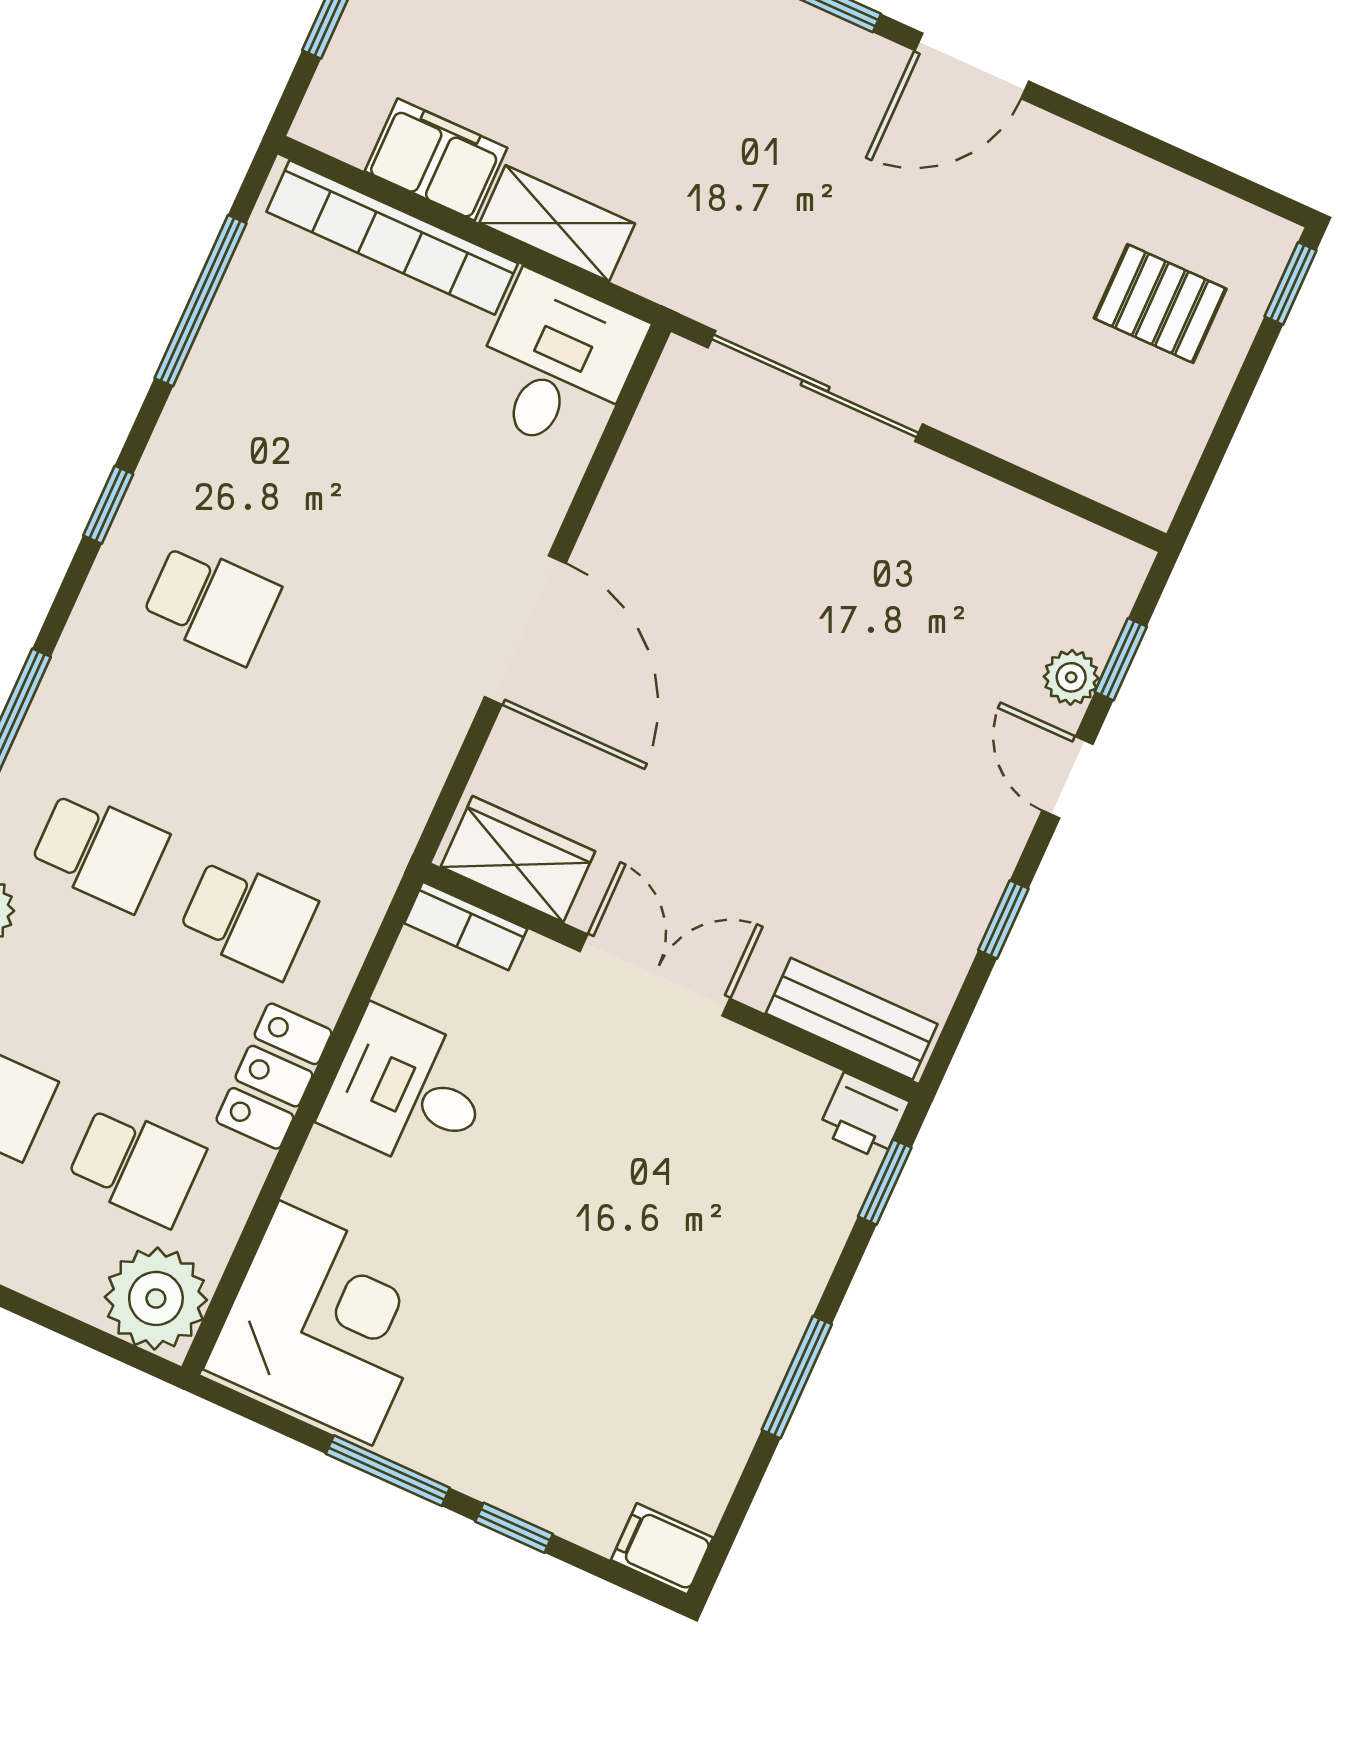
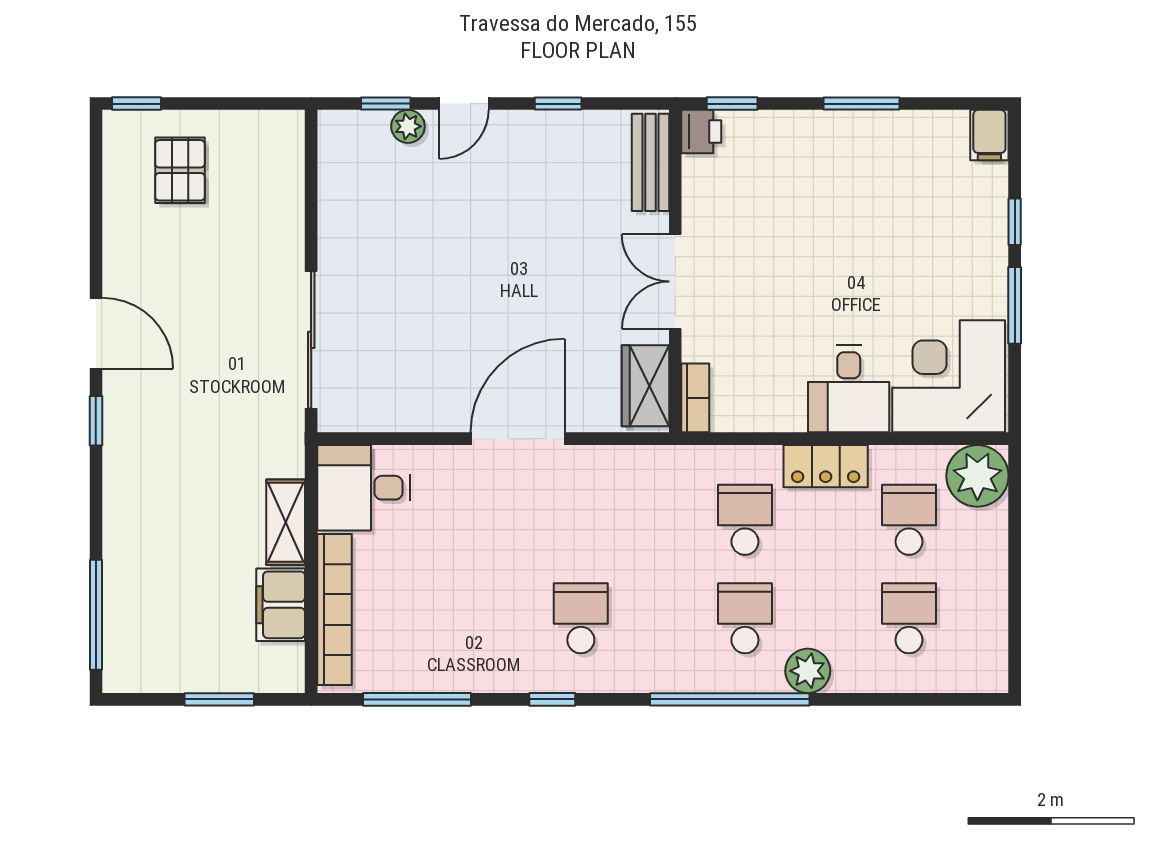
desk: (408, 1091) -> (849, 389), moved

